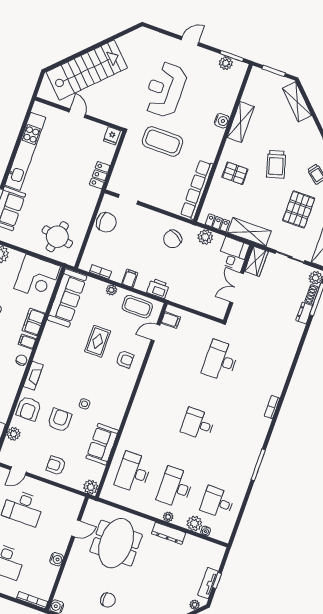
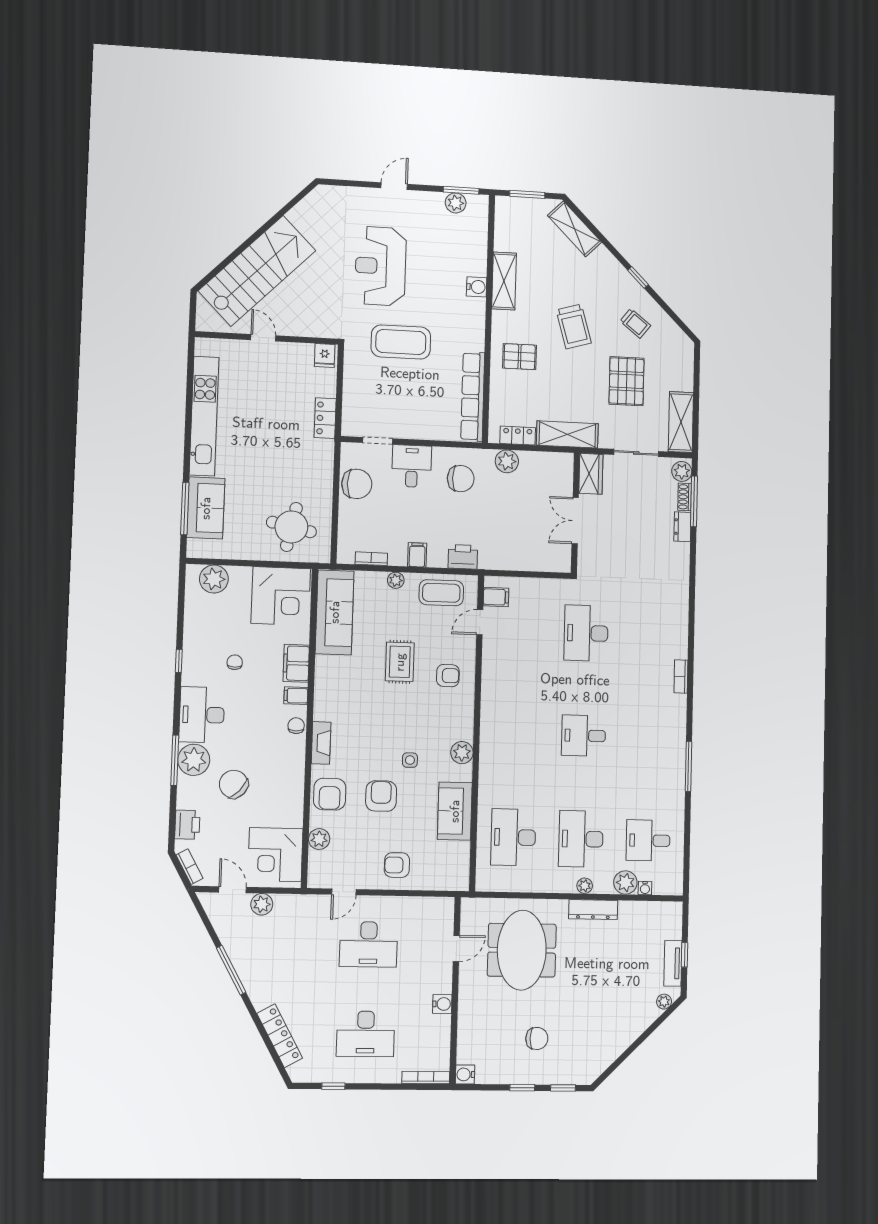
chair: (173, 239) -> (461, 479), turned -120
desk: (233, 253) -> (412, 466), moved
plant: (91, 487) -> (462, 753), moved

